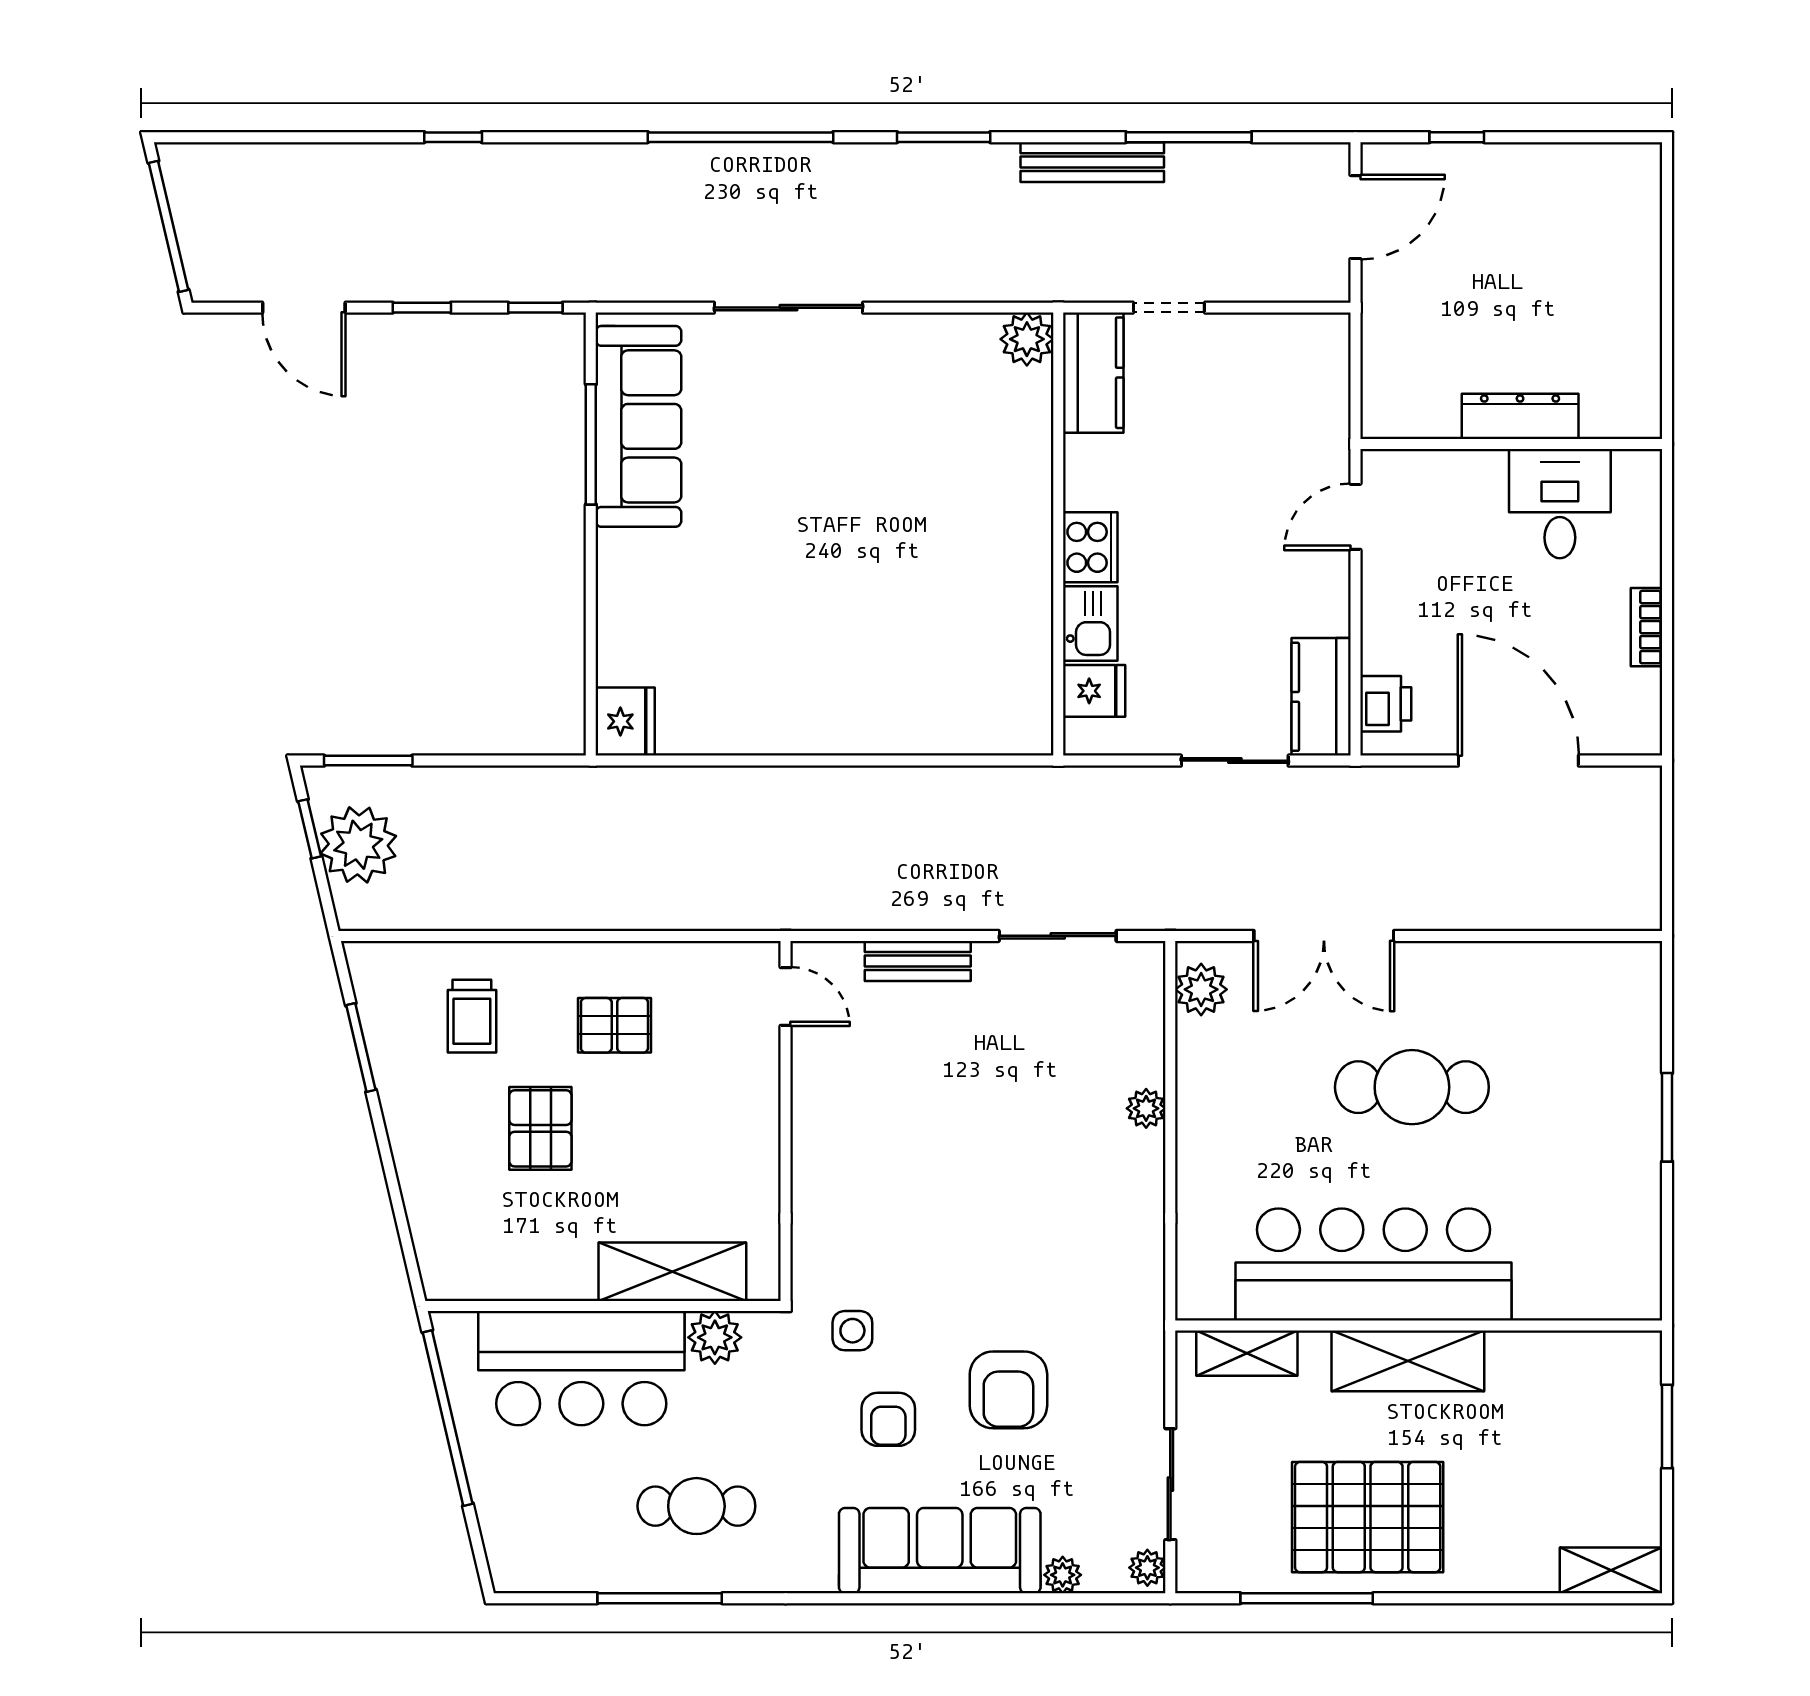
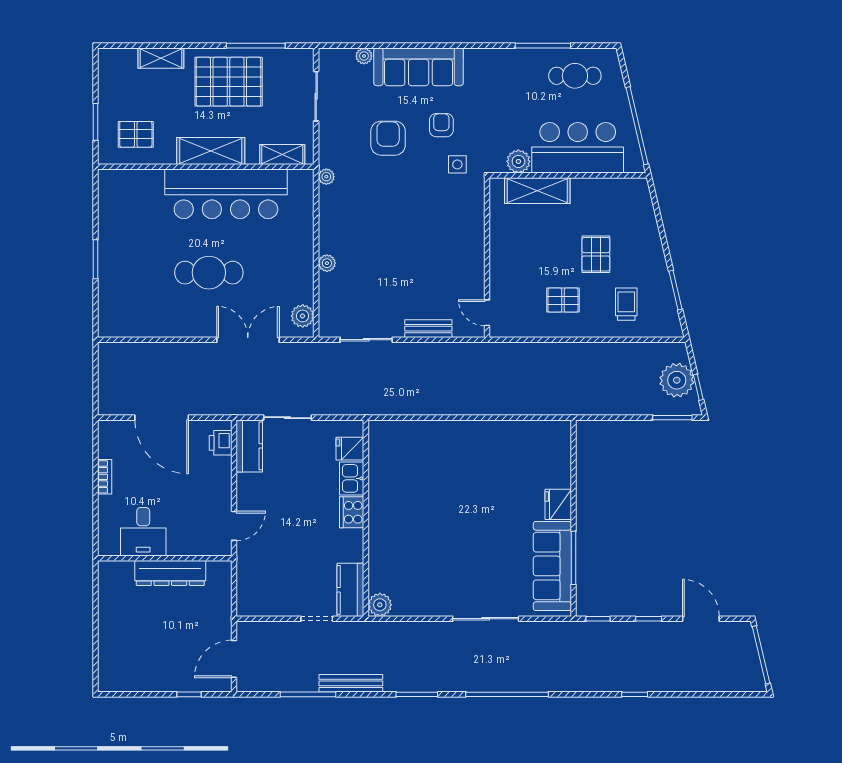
dresser: (1520, 416) -> (170, 573), width x1.37, depth x1.24
fridge: (625, 721) -> (558, 504), moved
pallet: (1577, 1399) -> (136, 134), added
cafe table: (696, 1506) -> (575, 76), moved
plant: (1147, 1568) -> (326, 177), moved
shelving: (1611, 1570) -> (161, 58), moved

